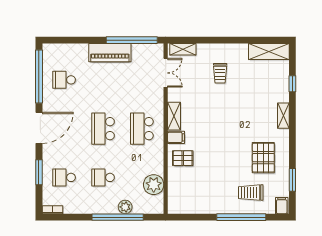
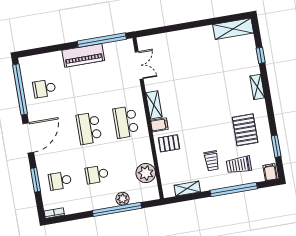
shelving: (183, 49) -> (187, 189), moved
trolley: (220, 73) -> (212, 161), moved

